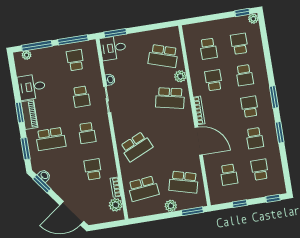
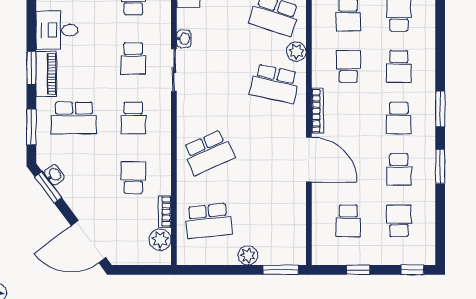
school desk: (250, 107) -> (399, 118), turned 180
school desk: (184, 182) -> (274, 221), removed

